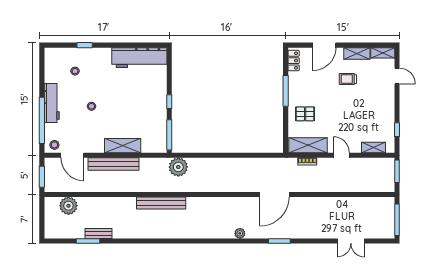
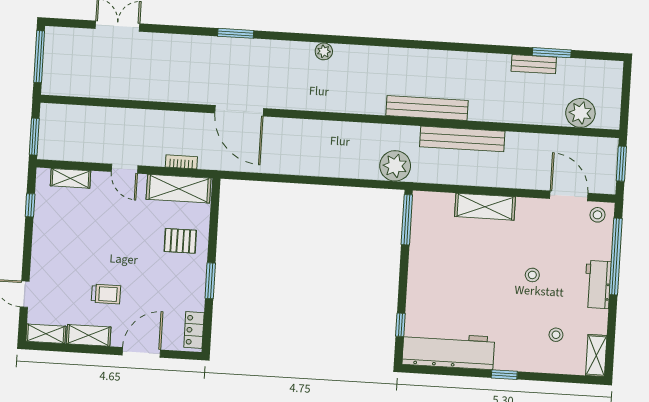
window: (85, 45) -> (504, 375), moved
shelving: (50, 60) -> (596, 356), added
window: (286, 91) -> (210, 281), width x0.69
window: (169, 102) -> (400, 325), moved
workbench: (52, 103) -> (598, 284), width x0.73
bench: (113, 164) -> (462, 139), moved
door: (274, 194) -> (239, 111), swing flipped
plant: (240, 233) -> (324, 51), moved

